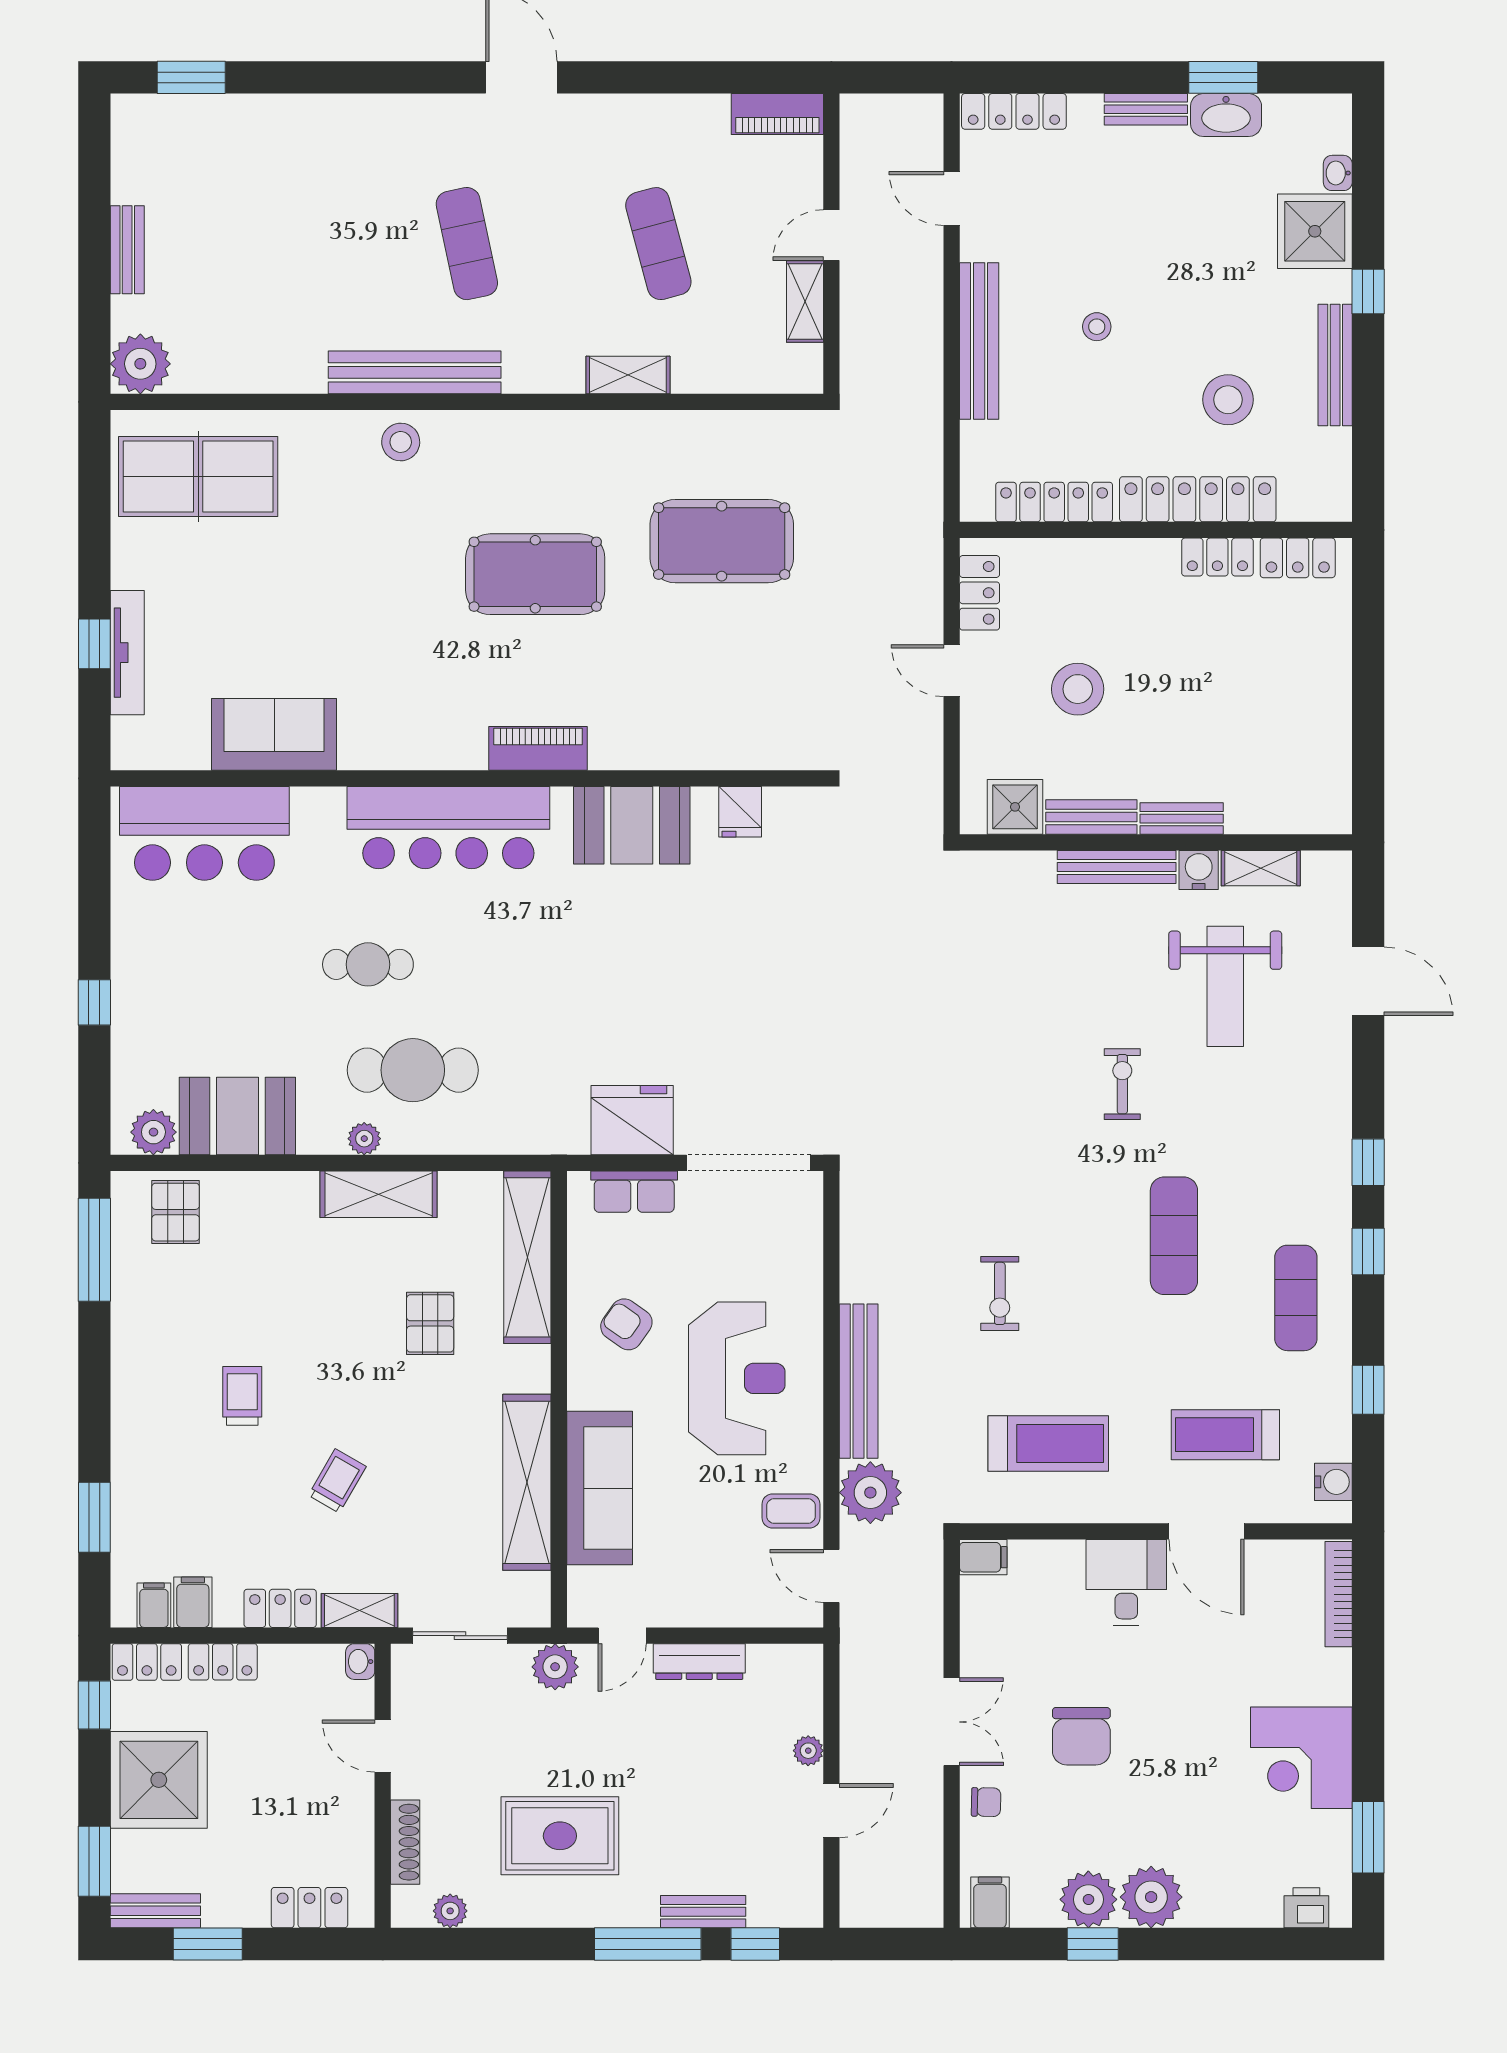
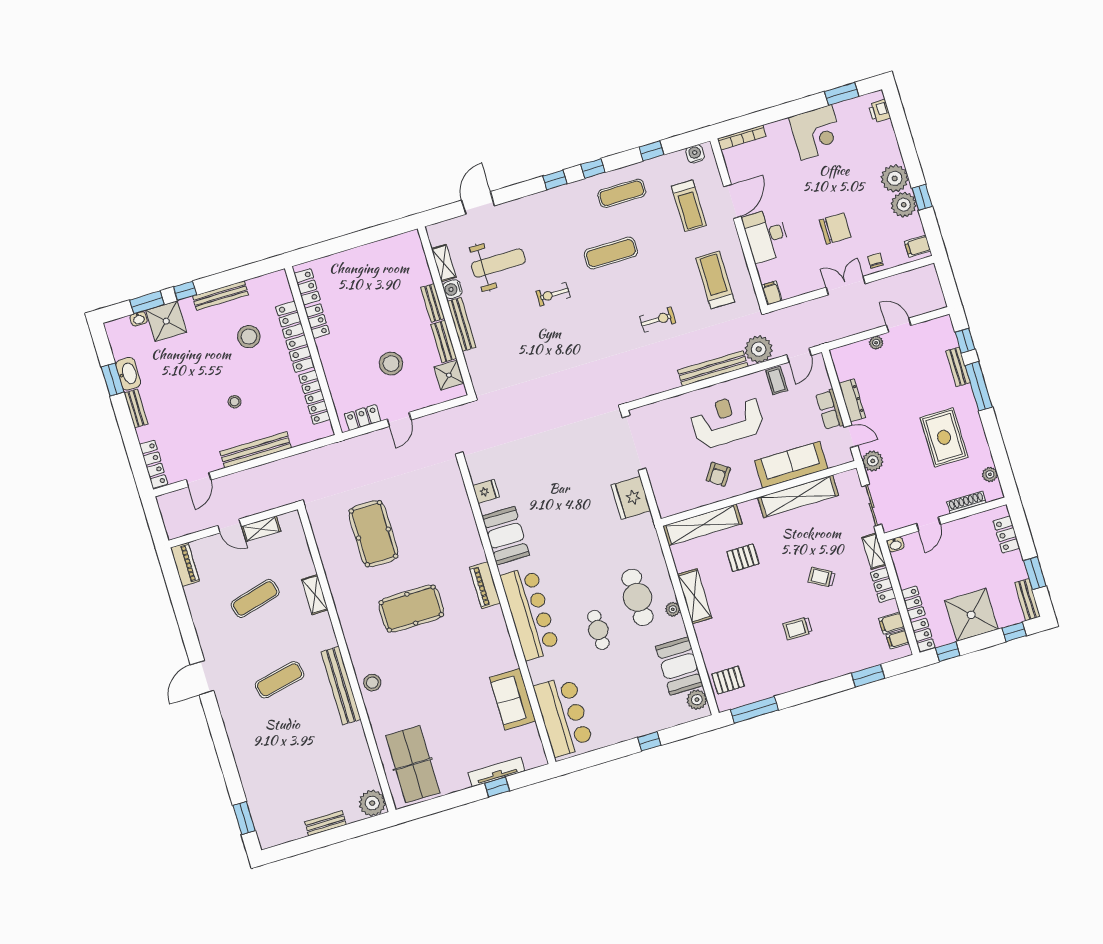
window: (1368, 202) -> (147, 302), added
pool table: (535, 574) -> (411, 609), turned 90
row of seats: (634, 1192) -> (830, 410), moved, turned 180
desk: (1126, 1583) -> (766, 235), width x1.37
window: (94, 1861) -> (1014, 632), width x0.67

